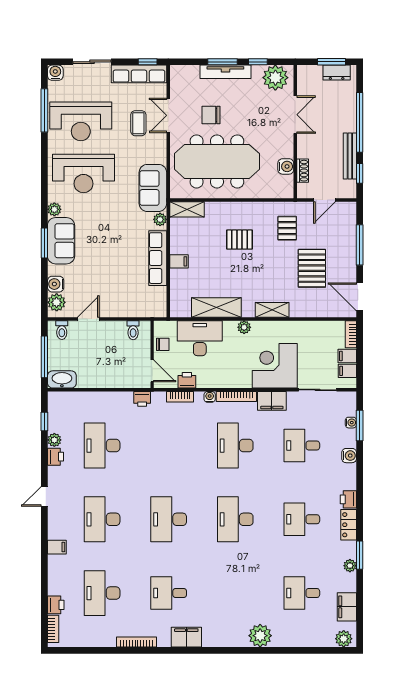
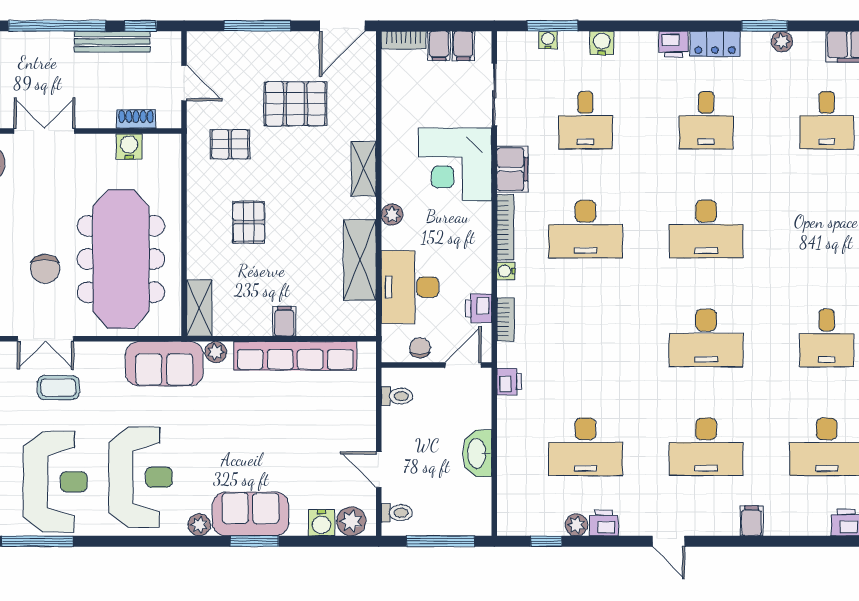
row of seats: (158, 258) -> (295, 356), width x1.36
washbasin: (62, 379) -> (477, 453), moved

